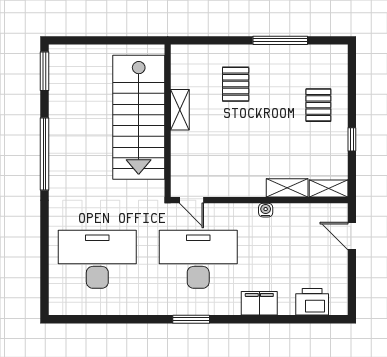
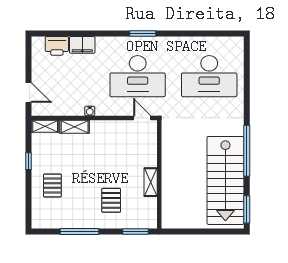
window: (201, 40) -> (136, 231), added
stairs: (139, 117) -> (225, 180), moved, turned 180
filing cabinet: (259, 303) -> (82, 45), moved

